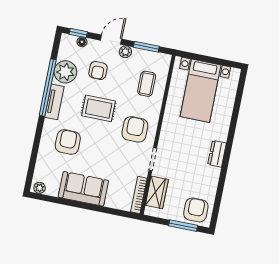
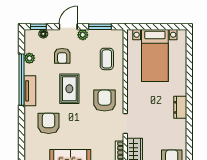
plant: (65, 72) -> (29, 58), width x0.53, depth x0.53
rug: (99, 108) -> (69, 89), turned 90

